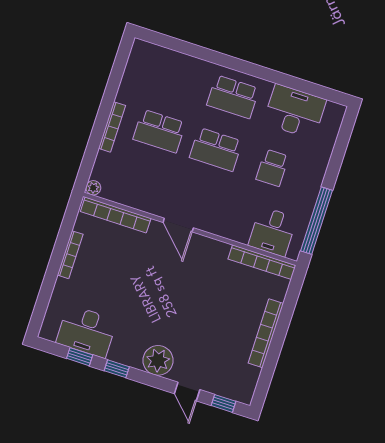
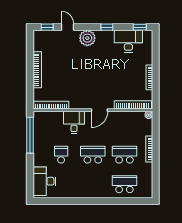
school desk: (233, 97) -> (124, 184), moved
desk: (295, 112) -> (44, 181), moved, turned 90
door: (178, 225) -> (99, 110), swing flipped
desk: (273, 232) -> (74, 122), moved
window: (80, 357) -> (140, 27), moved

